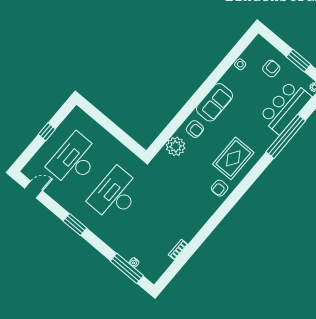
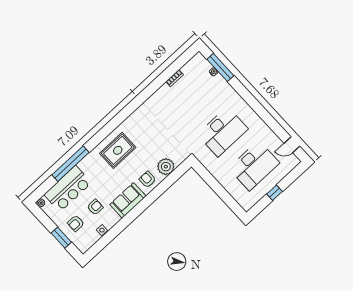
window: (299, 61) -> (61, 238), moved
armchair: (220, 188) -> (95, 207), moved
window: (75, 225) -> (260, 110), removed

